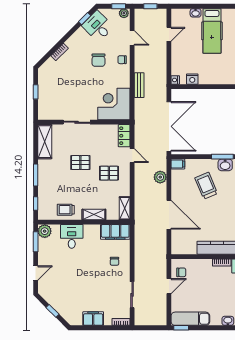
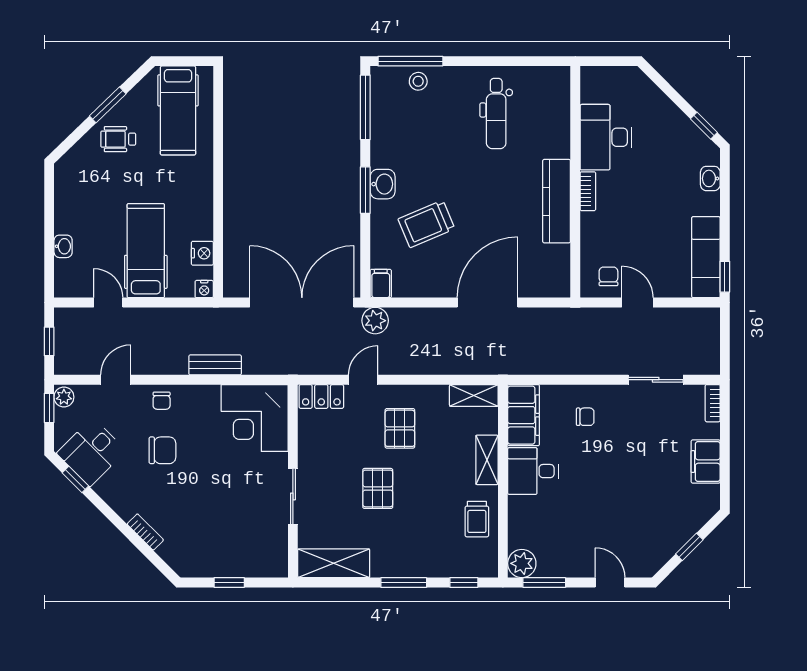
hospital bed: (212, 31) -> (146, 251), moved, turned -90
plant: (160, 177) -> (375, 321), moved
desk: (72, 236) -> (533, 471), moved

